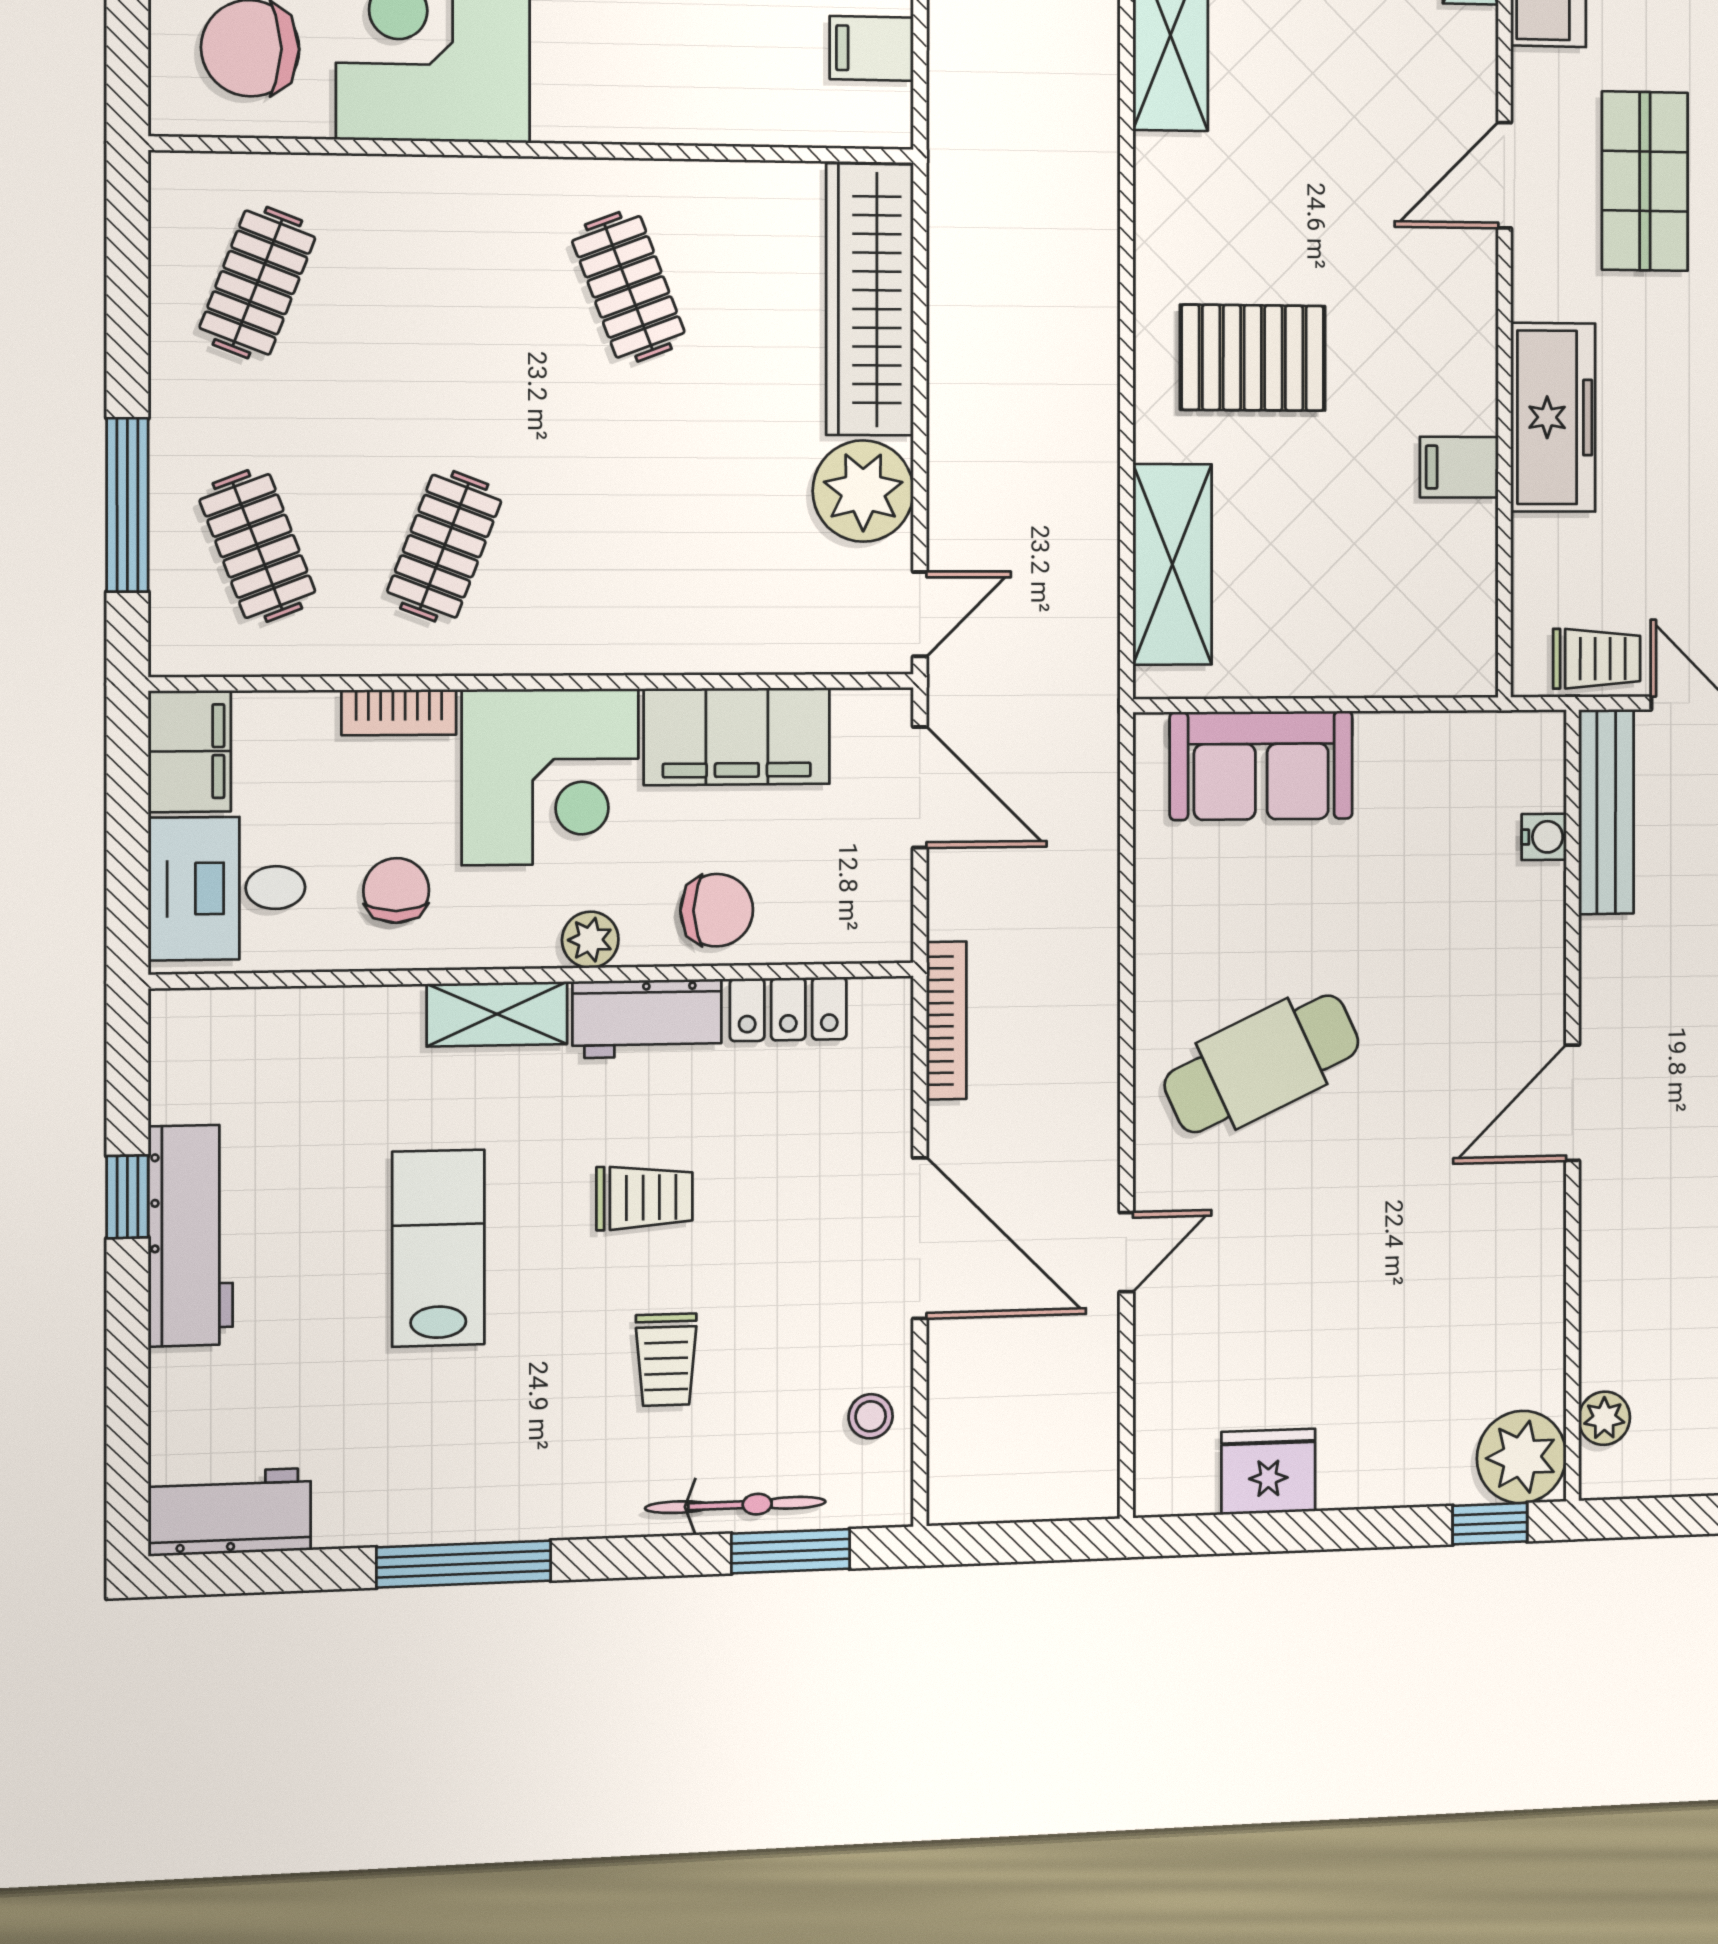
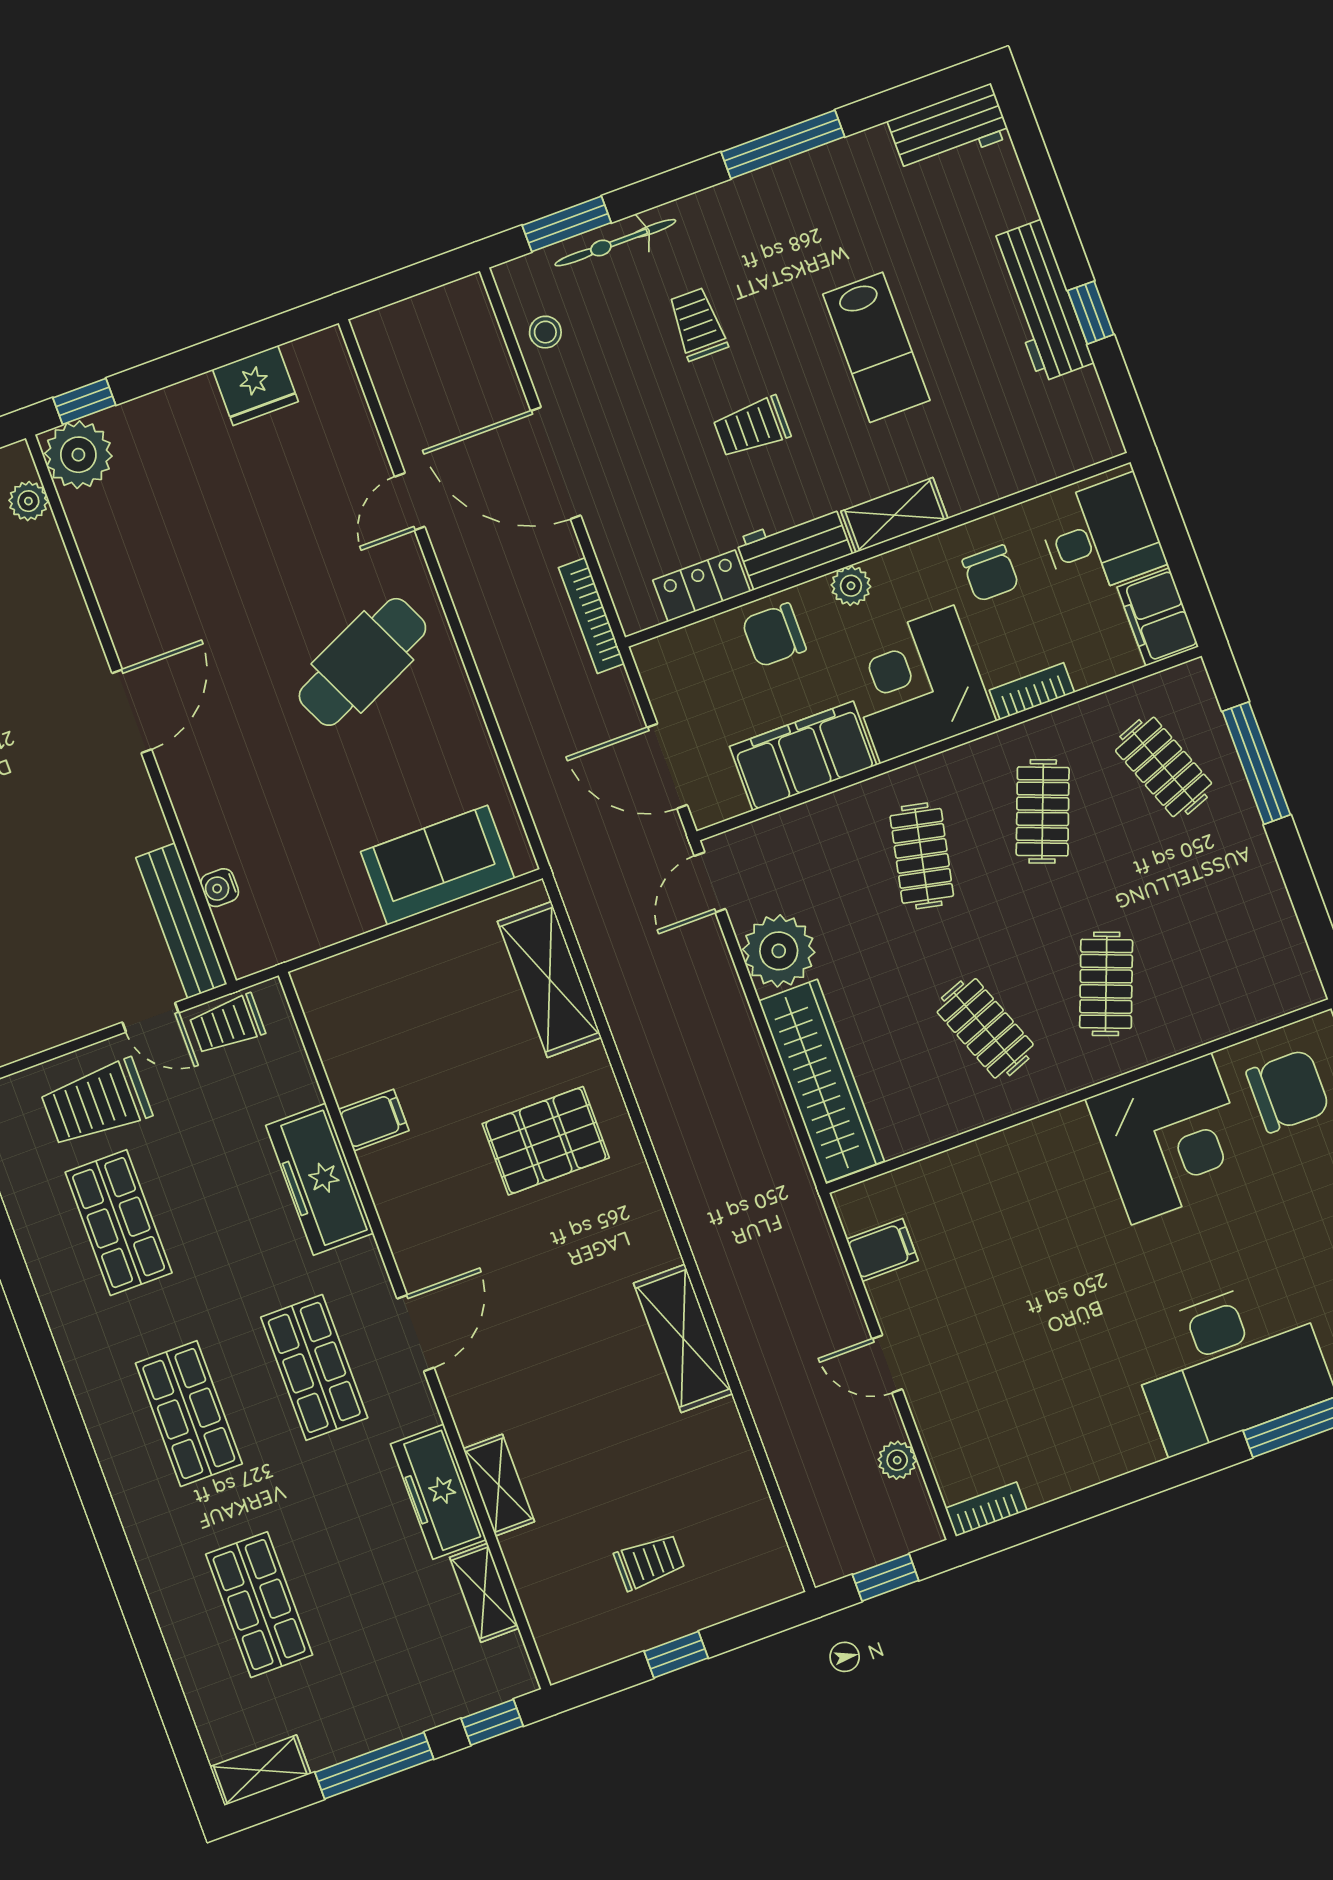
clothes rail: (257, 283) -> (1106, 984), moved
clothes rail: (628, 546) -> (922, 856), added

